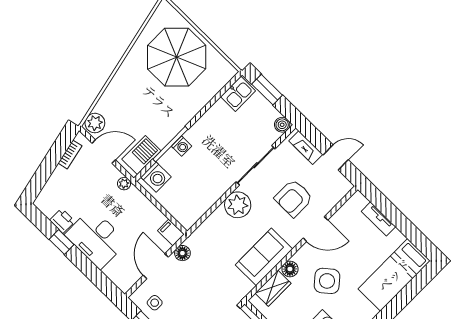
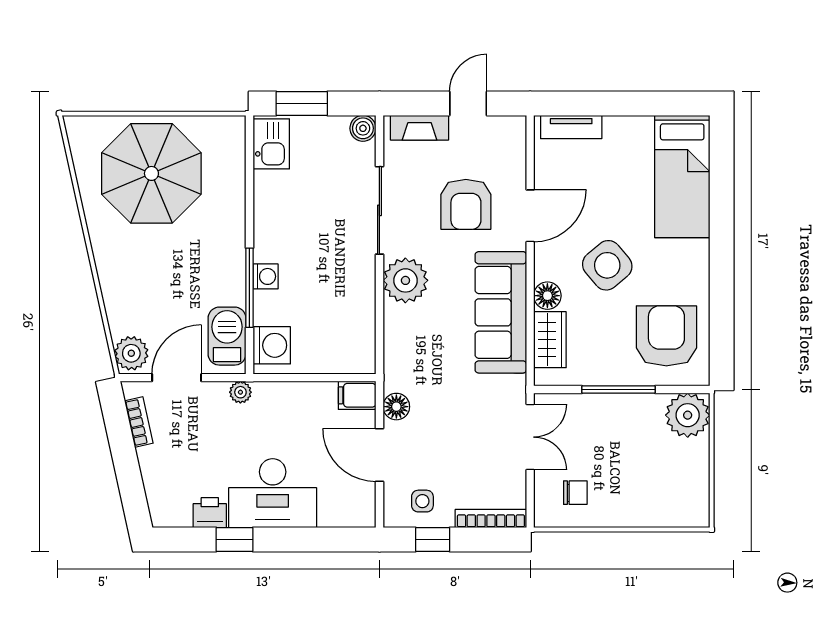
tv unit: (378, 219) -> (571, 127), moved
sofa: (264, 257) -> (501, 312), width x1.36

